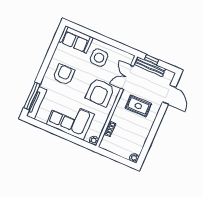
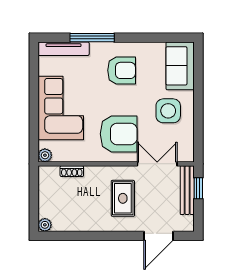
armchair: (100, 92) -> (119, 134), turned 180
window: (32, 96) -> (92, 38), moved

